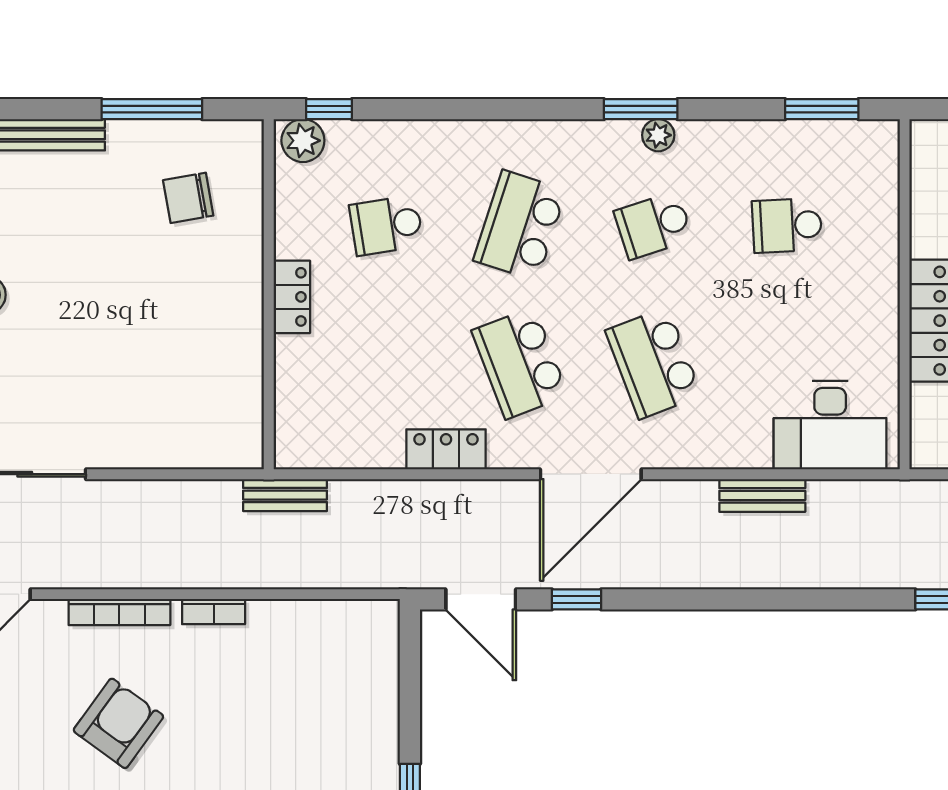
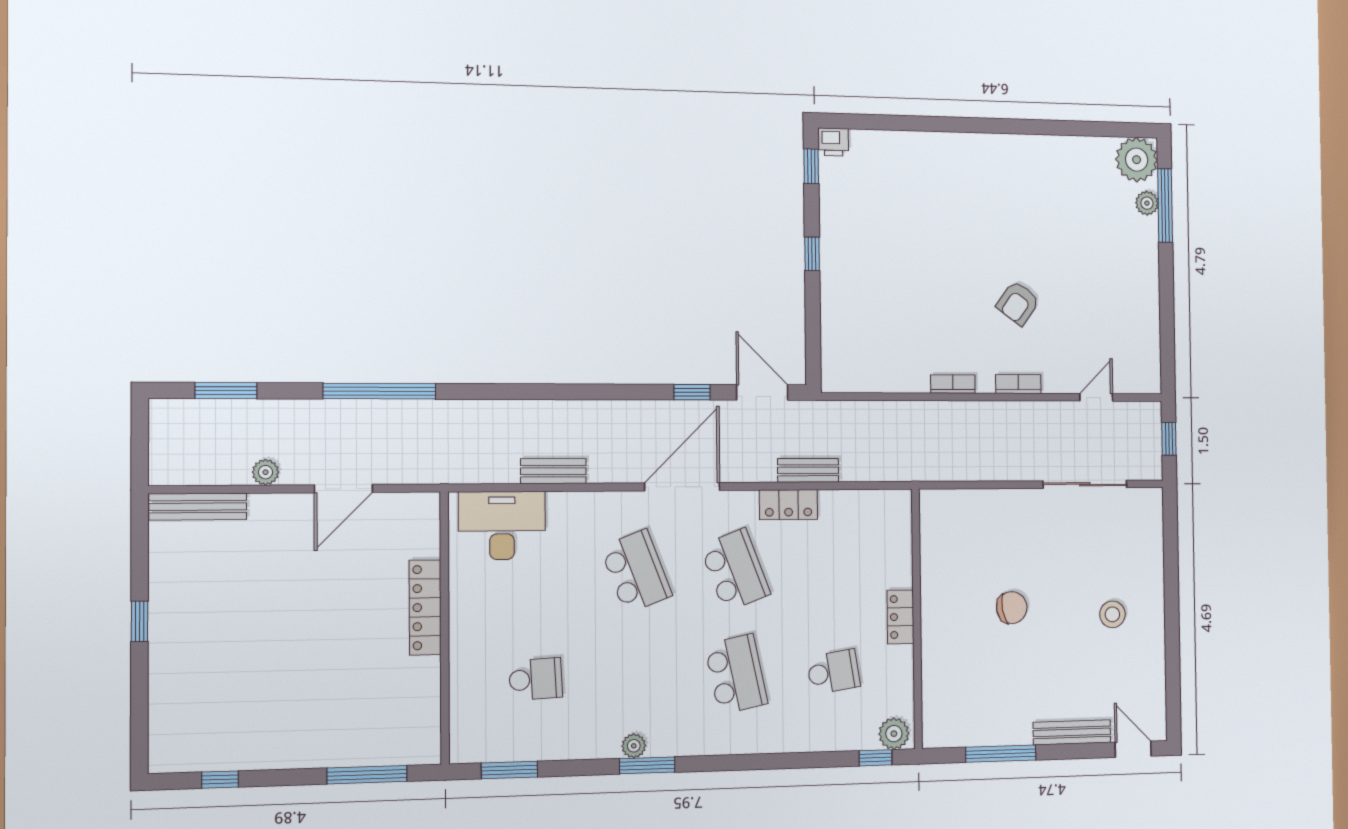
chair: (188, 198) -> (1012, 608), moved
school desk: (520, 225) -> (736, 674), turned -30
school desk: (653, 225) -> (637, 677), removed
bench: (285, 495) -> (808, 470), moved
bookcase: (119, 612) -> (1018, 384), width x0.64
armchair: (118, 723) -> (1018, 303), width x0.72, depth x0.72

